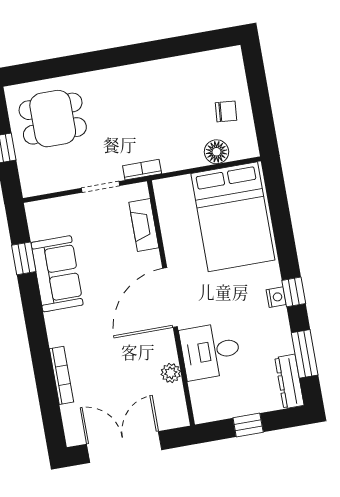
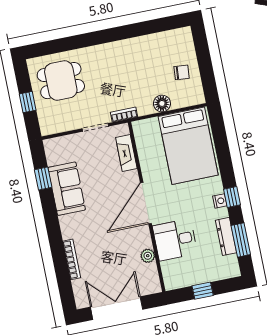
floor lamp: (216, 152) -> (162, 103), moved
dresser: (289, 381) -> (226, 236), moved

